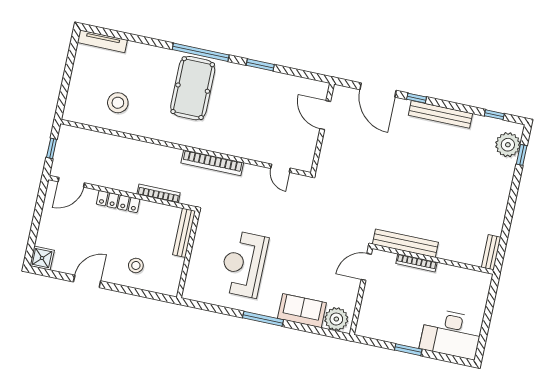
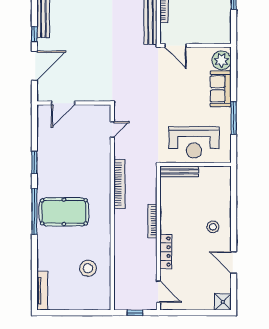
bench: (184, 233) -> (179, 171), moved
wall: (188, 254) -> (195, 164), moved

